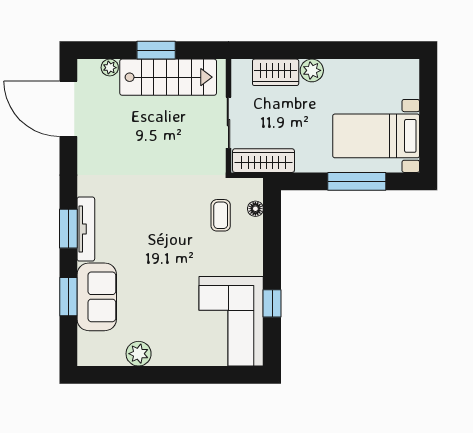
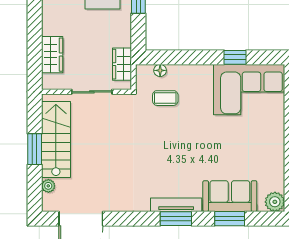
plant: (312, 70) -> (51, 26), removed
wardrobe: (263, 161) -> (122, 64), width x0.67
plant: (139, 354) -> (275, 202), moved

